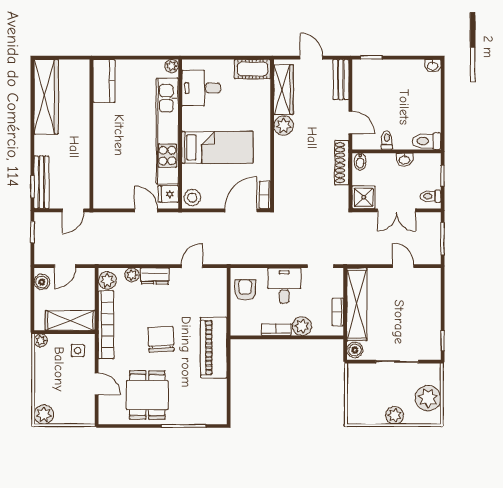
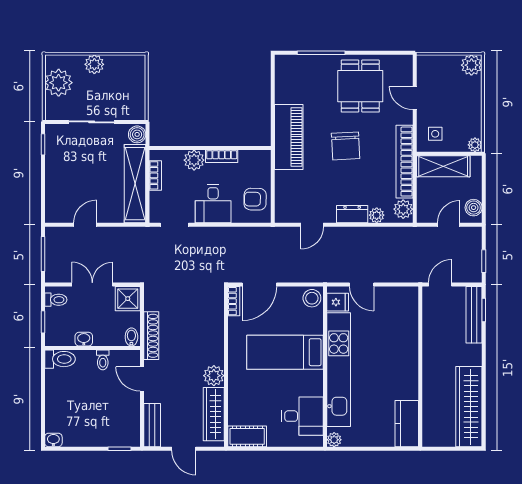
door: (403, 266) -> (85, 225), swing flipped
armchair: (245, 290) -> (255, 199), turned 91

